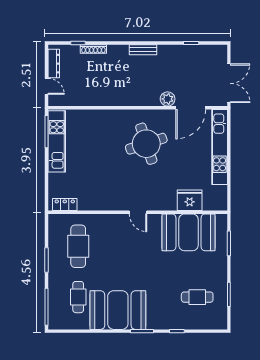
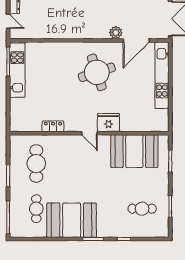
fridge: (190, 200) -> (109, 123), moved
locker: (65, 204) -> (53, 126), moved

